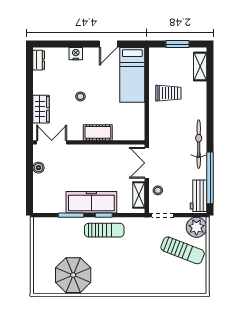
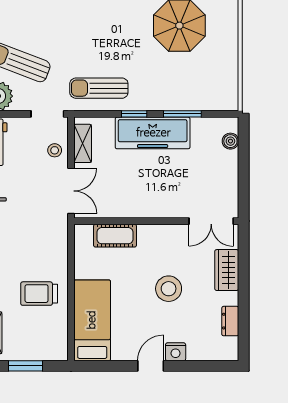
door: (108, 44) -> (151, 366), moved
dresser: (39, 60) -> (230, 321), moved
stool: (80, 96) -> (169, 289), width x1.89, depth x1.89
cot: (98, 132) -> (115, 236), moved
boiler: (38, 168) -> (230, 141), moved
sun lounger: (104, 230) -> (99, 88), moved

